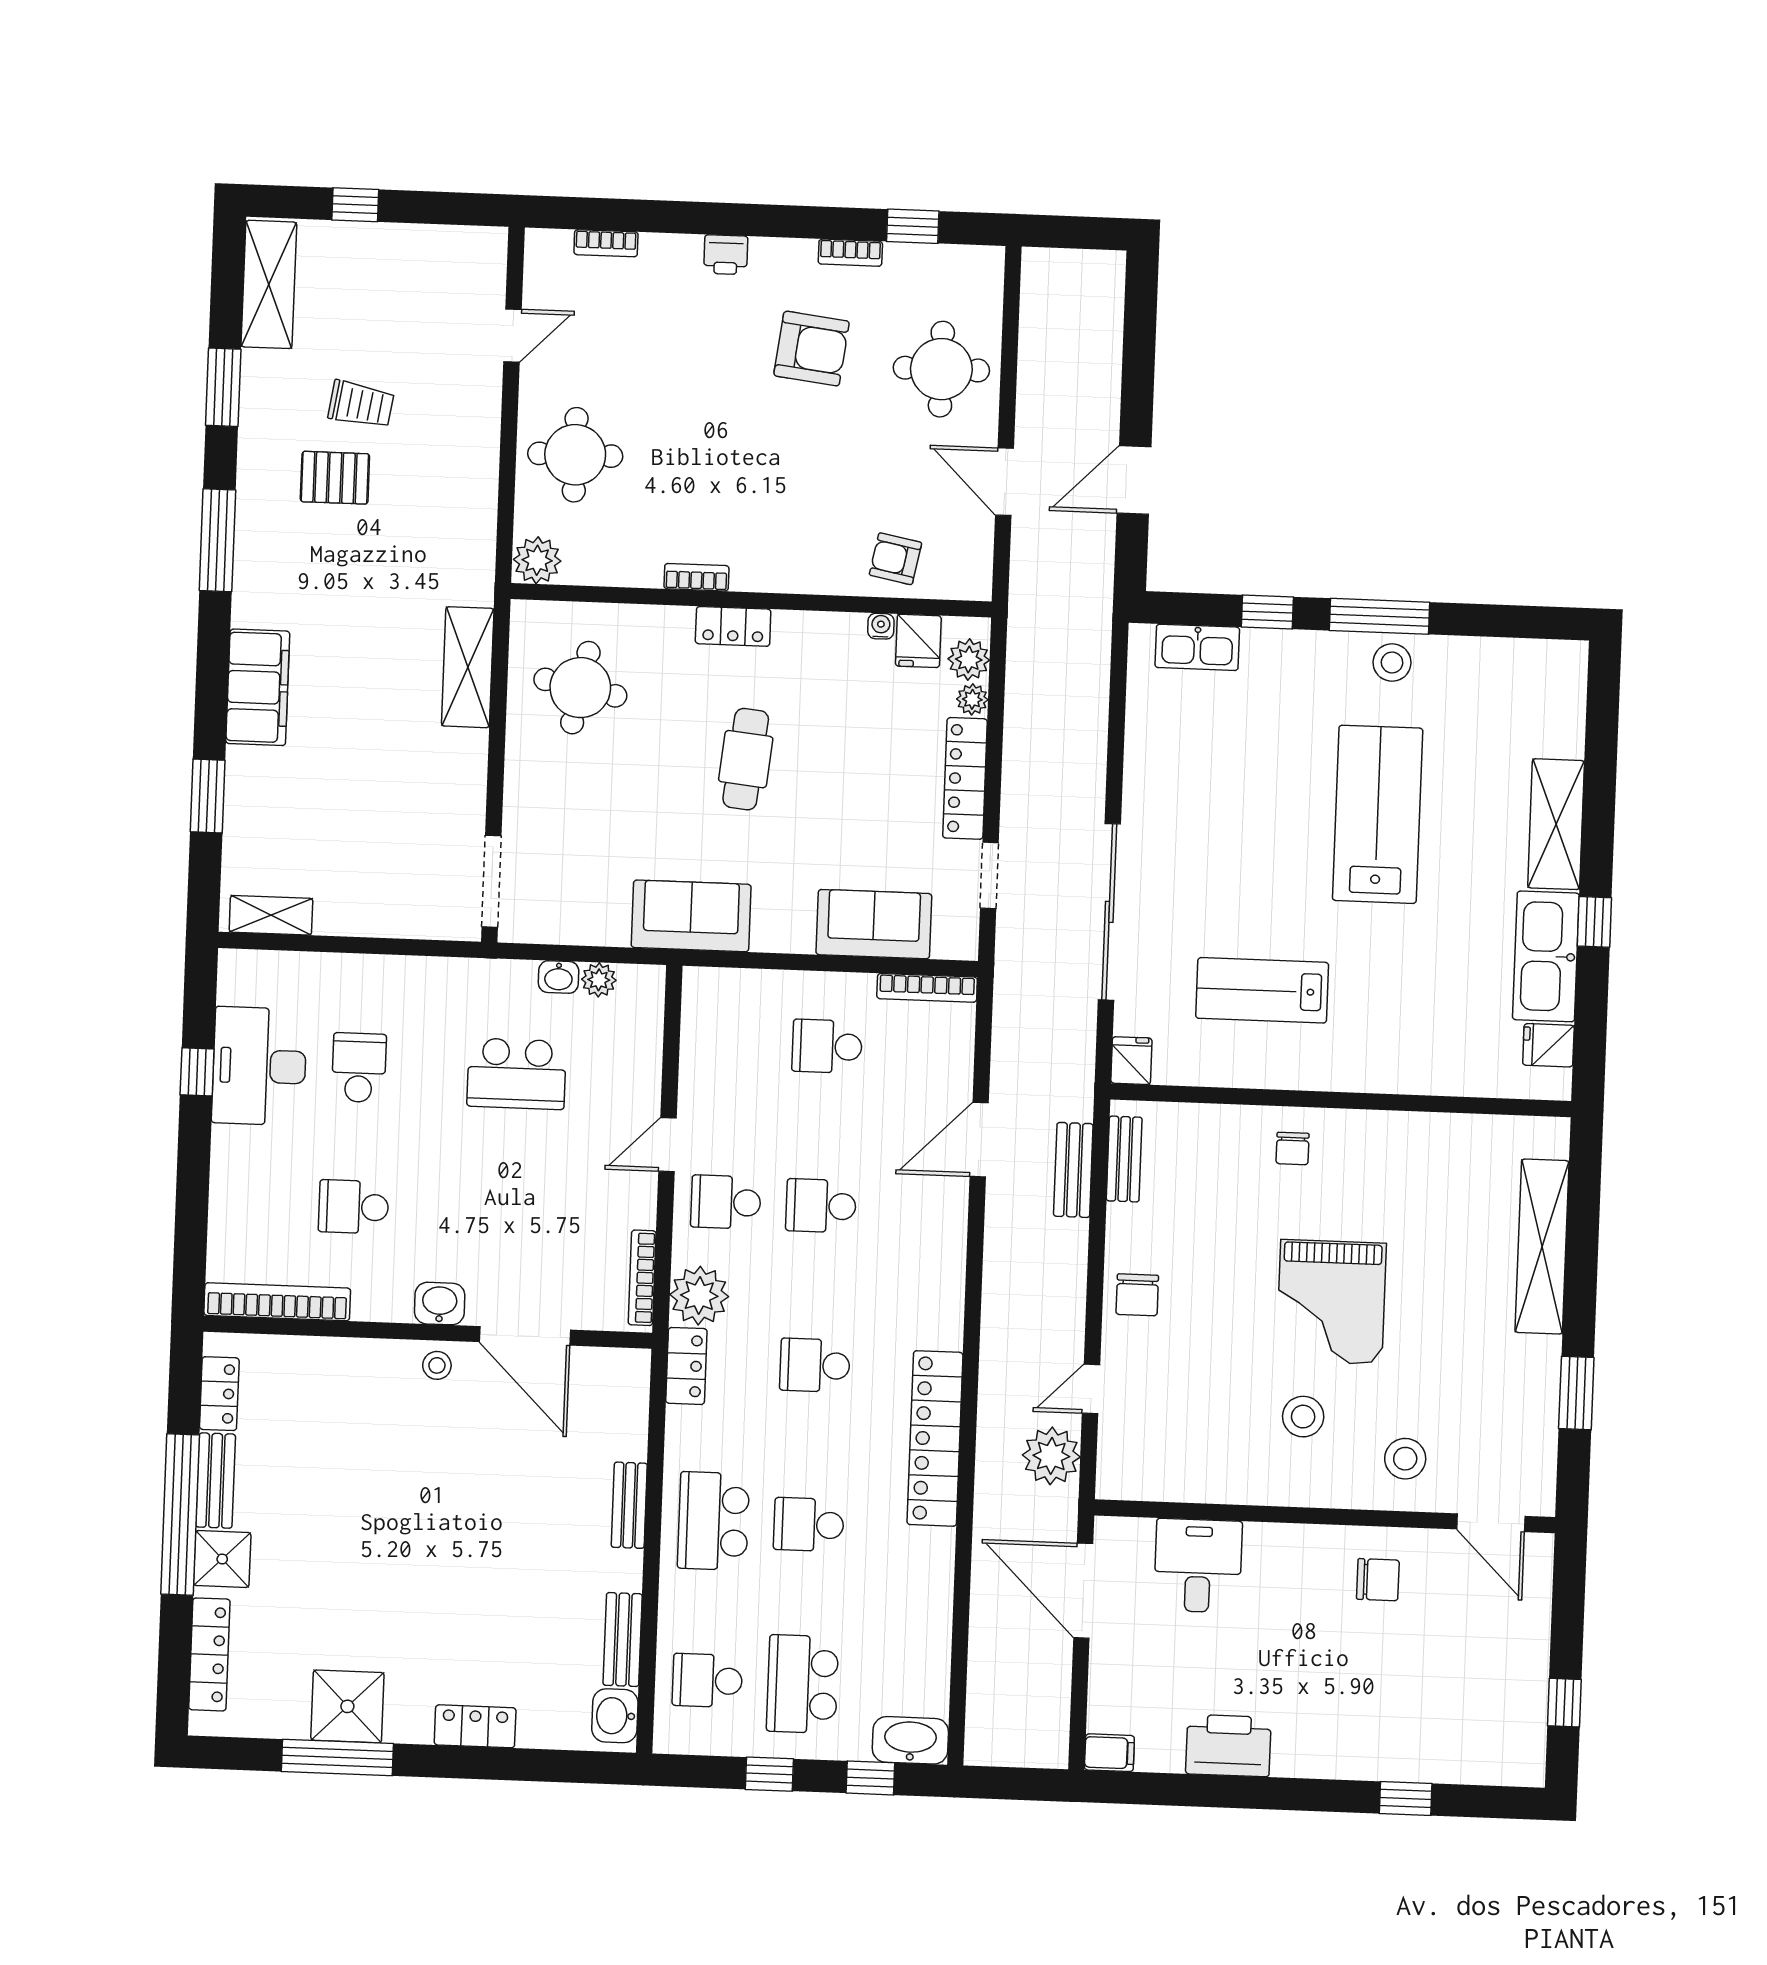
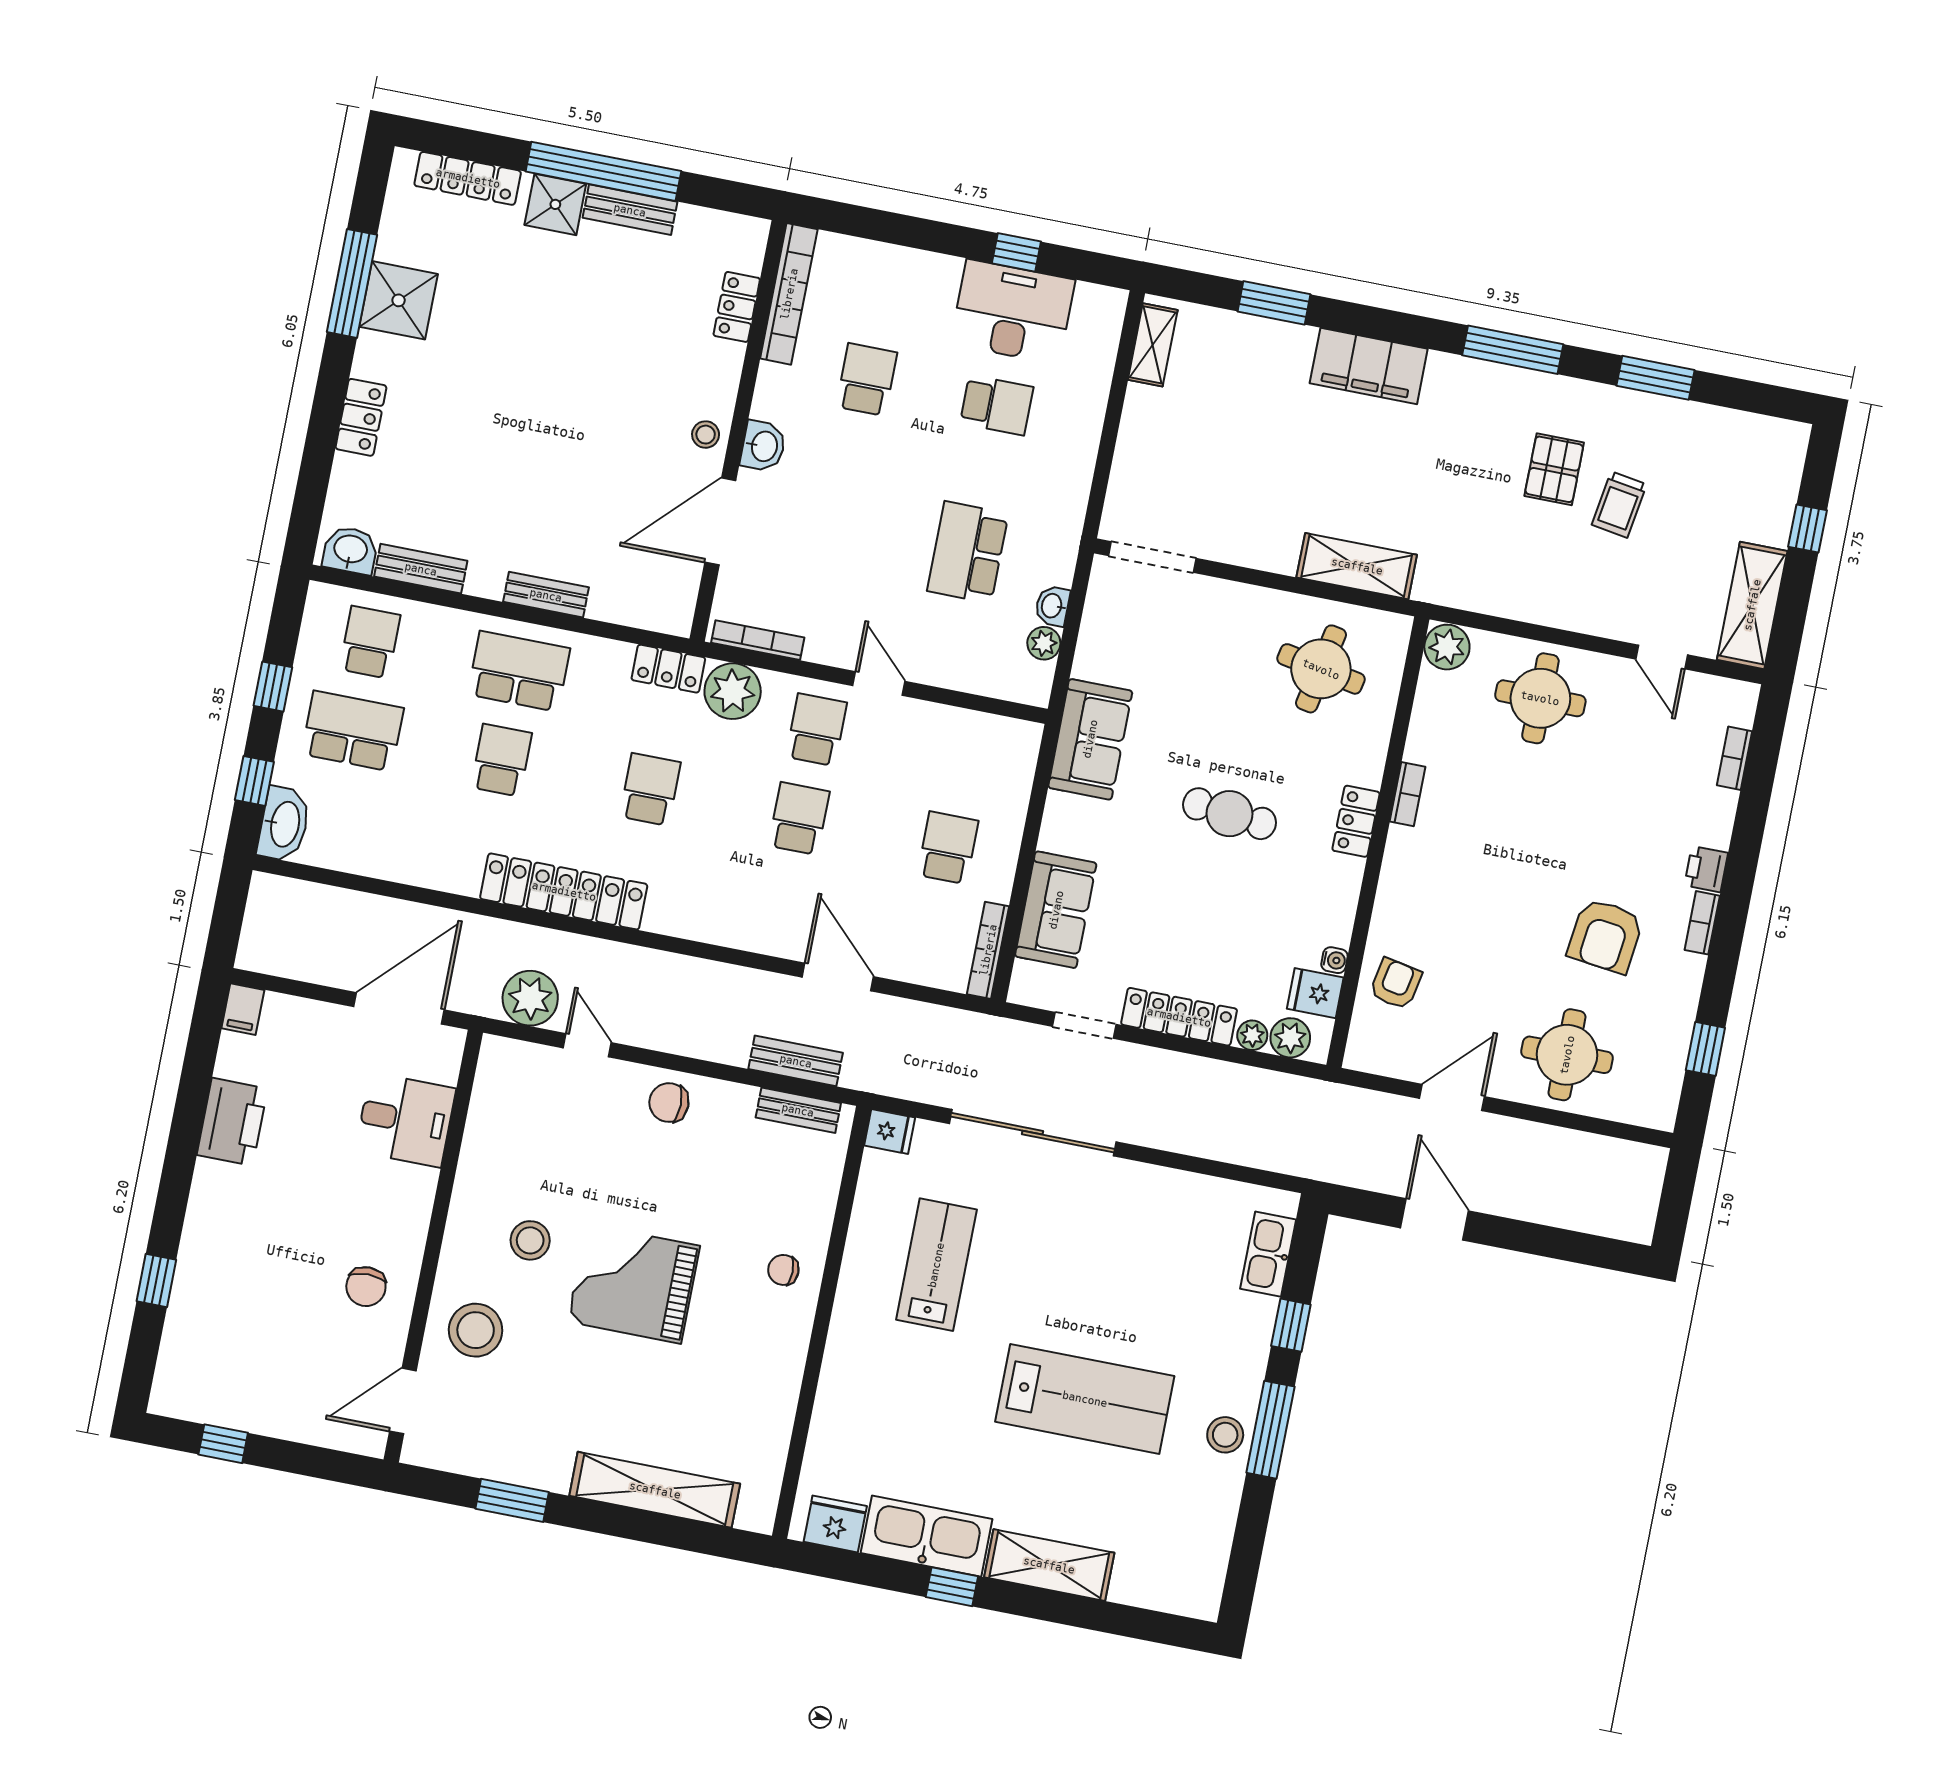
bookcase: (850, 253) -> (1702, 923), moved
shelving: (269, 284) -> (1752, 605), moved, turned 90
fridge: (1548, 1045) -> (835, 1524), width x1.38
locker: (219, 1394) -> (737, 307), moved, turned 90
stool: (1405, 1459) -> (476, 1330), width x1.38, depth x1.38

